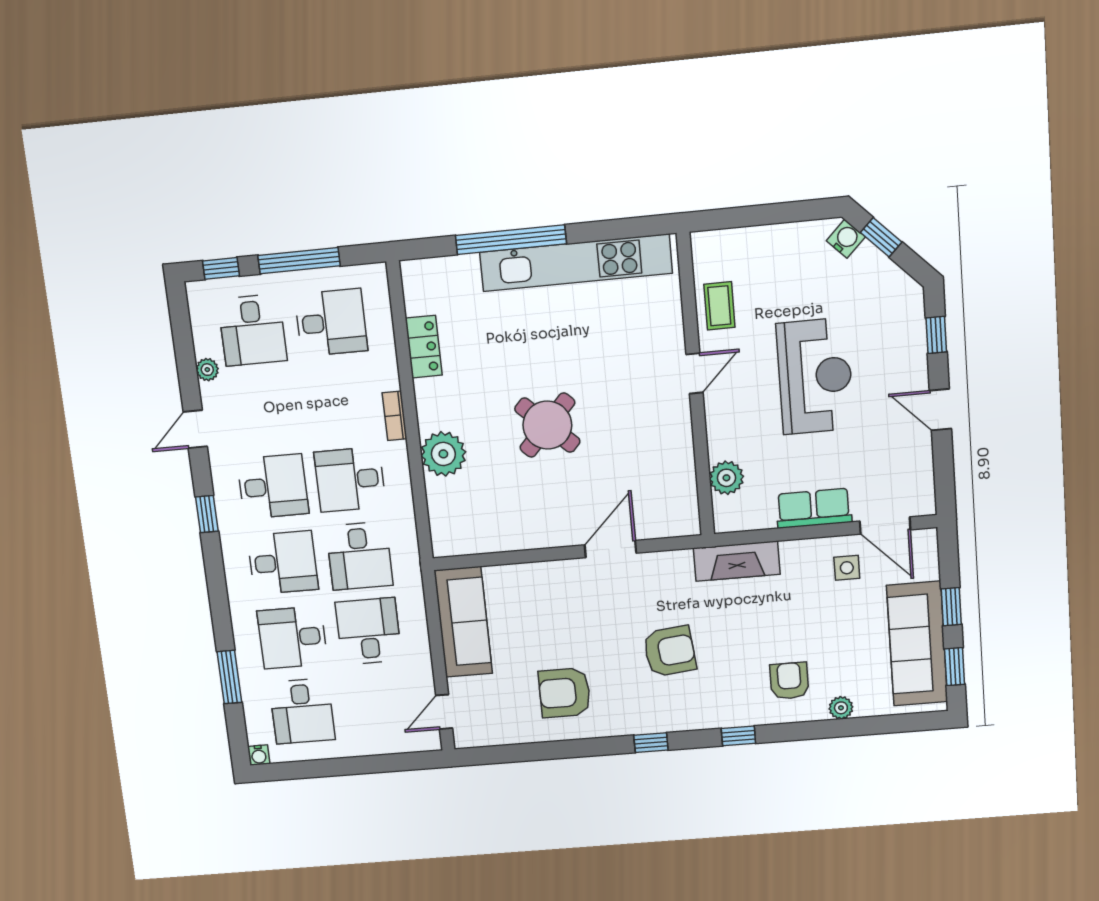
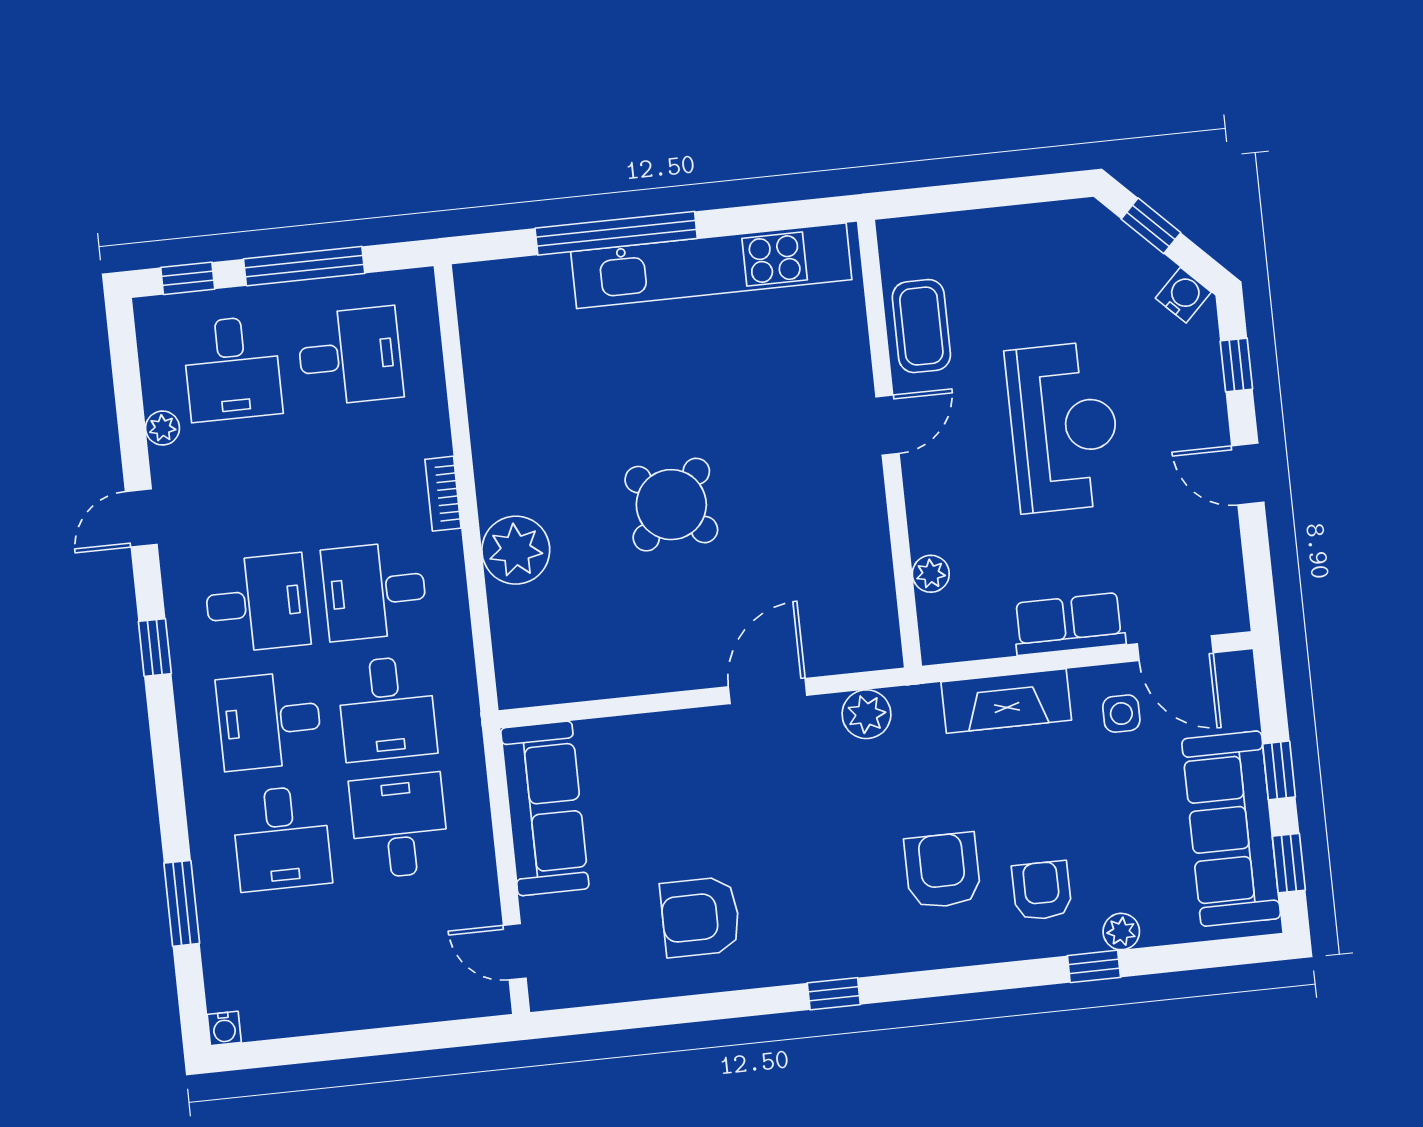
water cooler: (846, 239) -> (1183, 295), moved
coffee table: (719, 306) -> (921, 326), width x1.36, depth x1.30
locker: (424, 347) -> (487, 390), removed
plant: (726, 478) -> (931, 574), width x0.73, depth x0.73
fireplace: (737, 561) -> (1006, 701), moved
desk: (283, 563) -> (269, 721), turned 180
plant: (676, 565) -> (866, 714), added
desk: (293, 637) -> (282, 838), turned -90
armchair: (670, 651) -> (943, 871), moved, turned -84
desk: (302, 711) -> (294, 956), removed
door: (444, 712) -> (515, 952), hinge flipped
window: (738, 736) -> (1094, 966), moved

